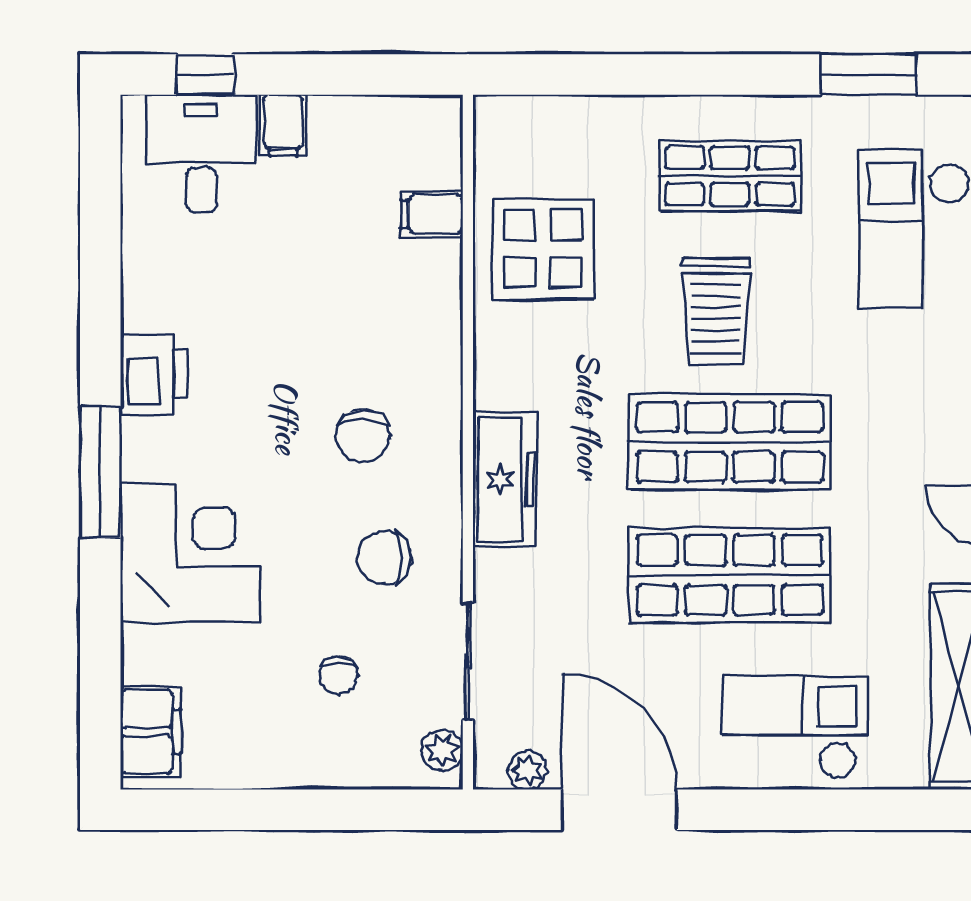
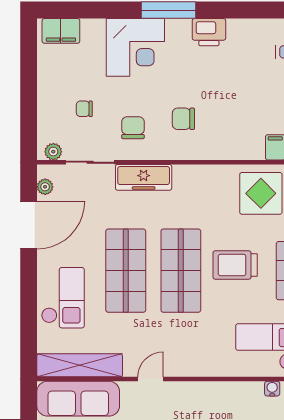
freezer: (504, 479) -> (144, 177), moved

